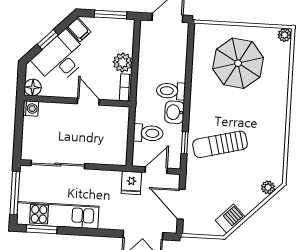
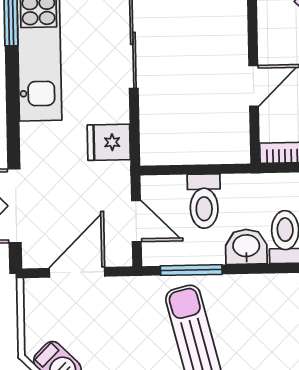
window: (185, 143) -> (191, 270), width x1.50
fridge: (131, 183) -> (109, 142), moved

